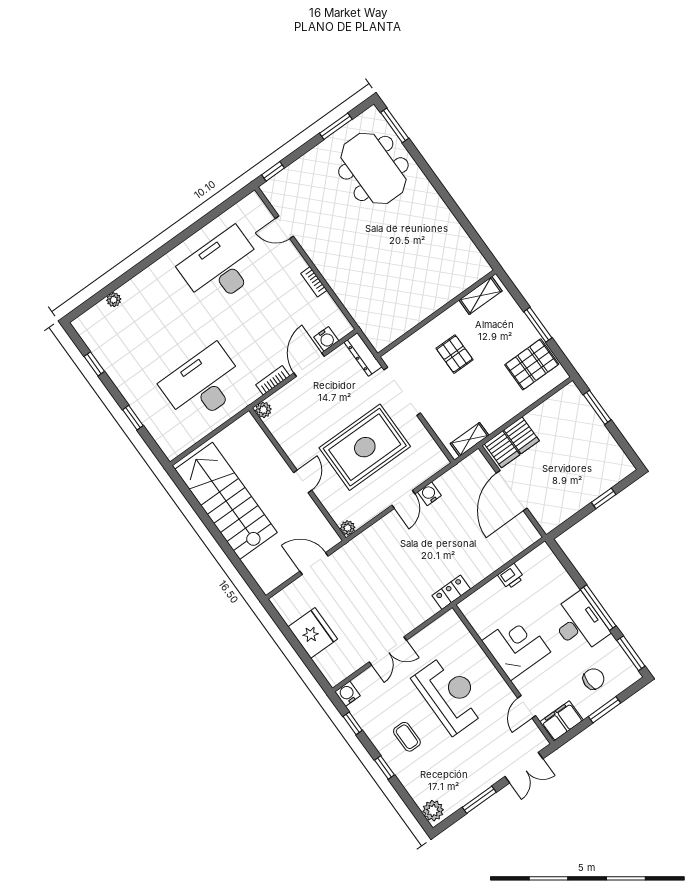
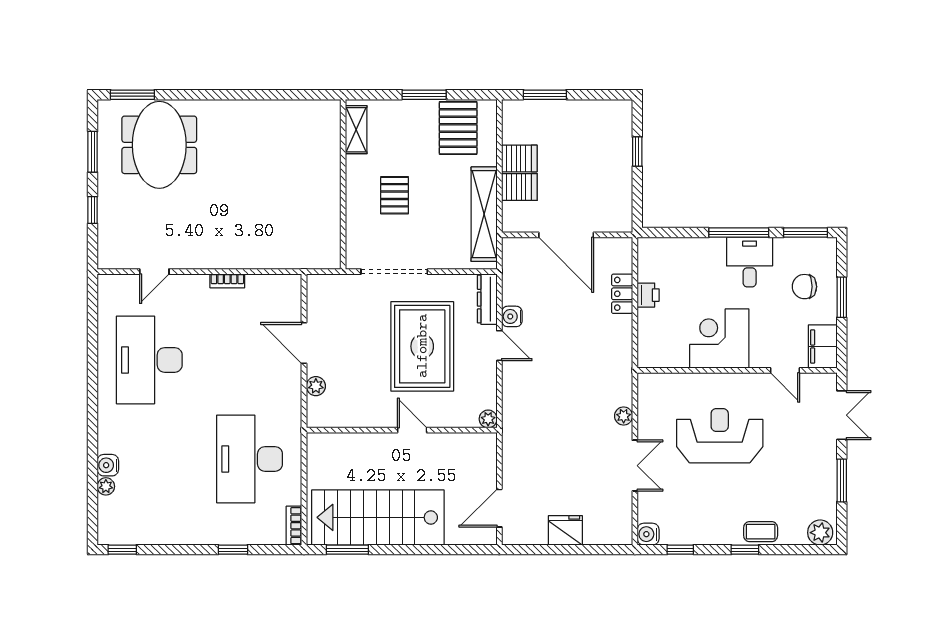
meeting table: (373, 168) -> (159, 145), turned 90
window: (273, 171) -> (93, 210), moved
water cooler: (326, 339) -> (108, 465), moved, turned 180
dresser: (363, 354) -> (487, 299), moved, turned 90
pallet: (455, 354) -> (395, 195), turned 90
window: (94, 364) -> (122, 550), moved
bookcase: (273, 380) -> (294, 526), moved
plant: (263, 410) -> (316, 386), moved
shelving: (470, 439) -> (484, 214), width x2.20, depth x1.33
server rack: (502, 449) -> (519, 158), moved
window: (189, 496) -> (347, 550), added
door: (314, 564) -> (499, 508), moved
locker: (451, 592) -> (622, 294), moved
plant: (416, 619) -> (624, 416), added
desk: (579, 624) -> (750, 262), width x0.73
fridge: (313, 633) -> (565, 530), width x0.73, depth x0.75
chair: (593, 679) -> (804, 287), turned -90
coffee table: (407, 737) -> (761, 532), moved

